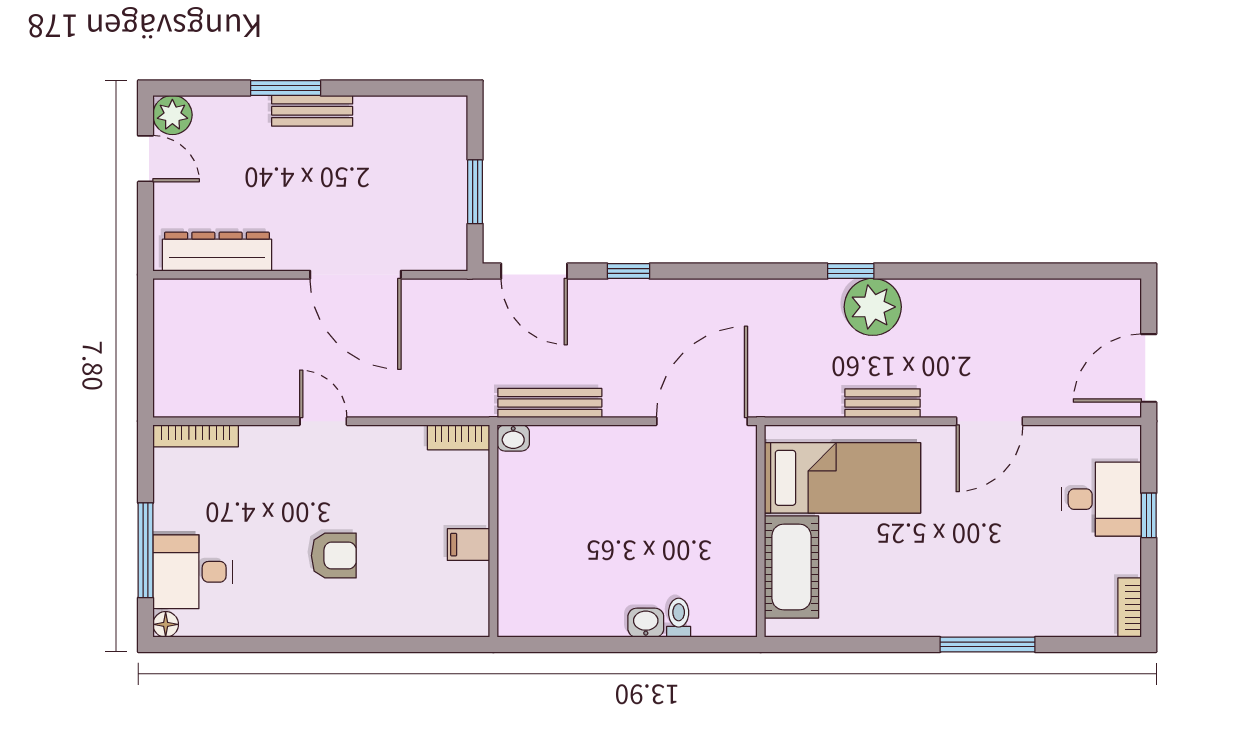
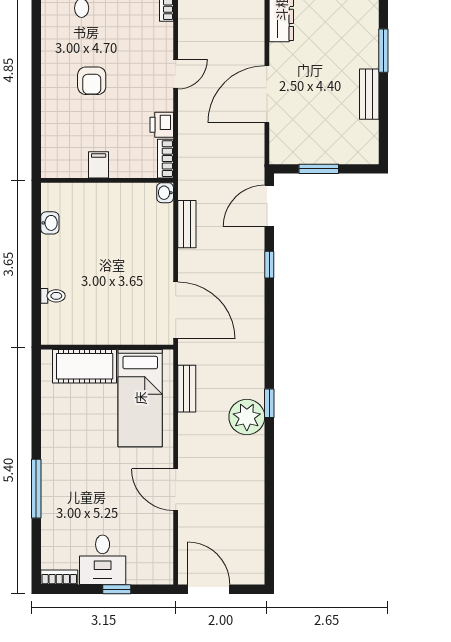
bench: (312, 111) -> (369, 94), moved
bench: (550, 403) -> (187, 224), width x0.73
bench: (883, 403) -> (187, 389), moved
printer: (404, 443) -> (162, 125), added
desk: (1102, 499) -> (103, 560), moved
washbasin: (646, 623) -> (50, 223), moved

